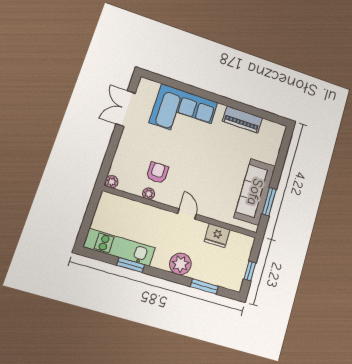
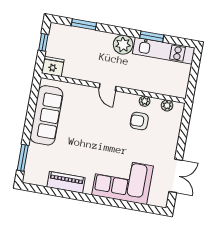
armchair: (157, 173) -> (139, 121), turned 90
plant: (112, 182) -> (167, 105), moved
window: (269, 202) -> (23, 158), moved
fridge: (217, 236) -> (53, 66), moved
plant: (180, 264) -> (123, 45), moved

